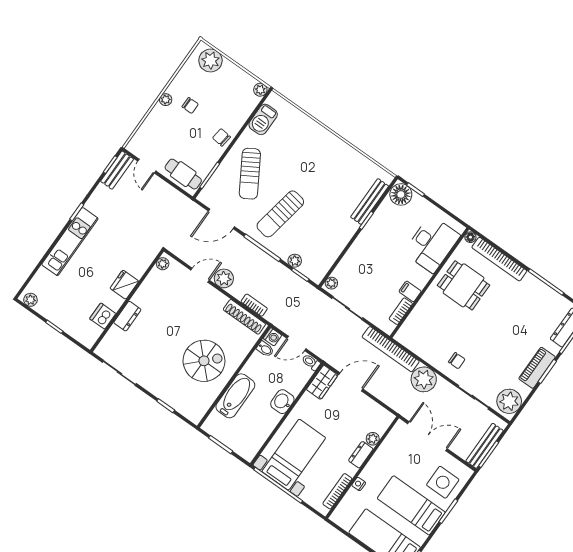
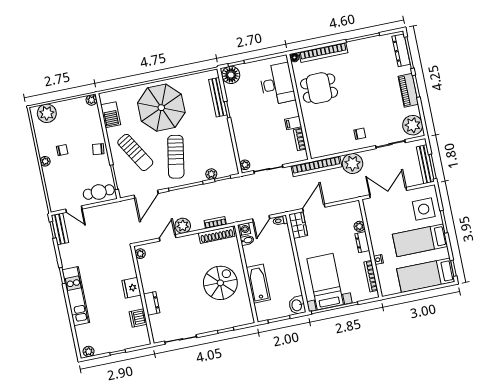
parasol: (312, 159) -> (161, 108), added
washbasin: (282, 402) -> (297, 305), moved

